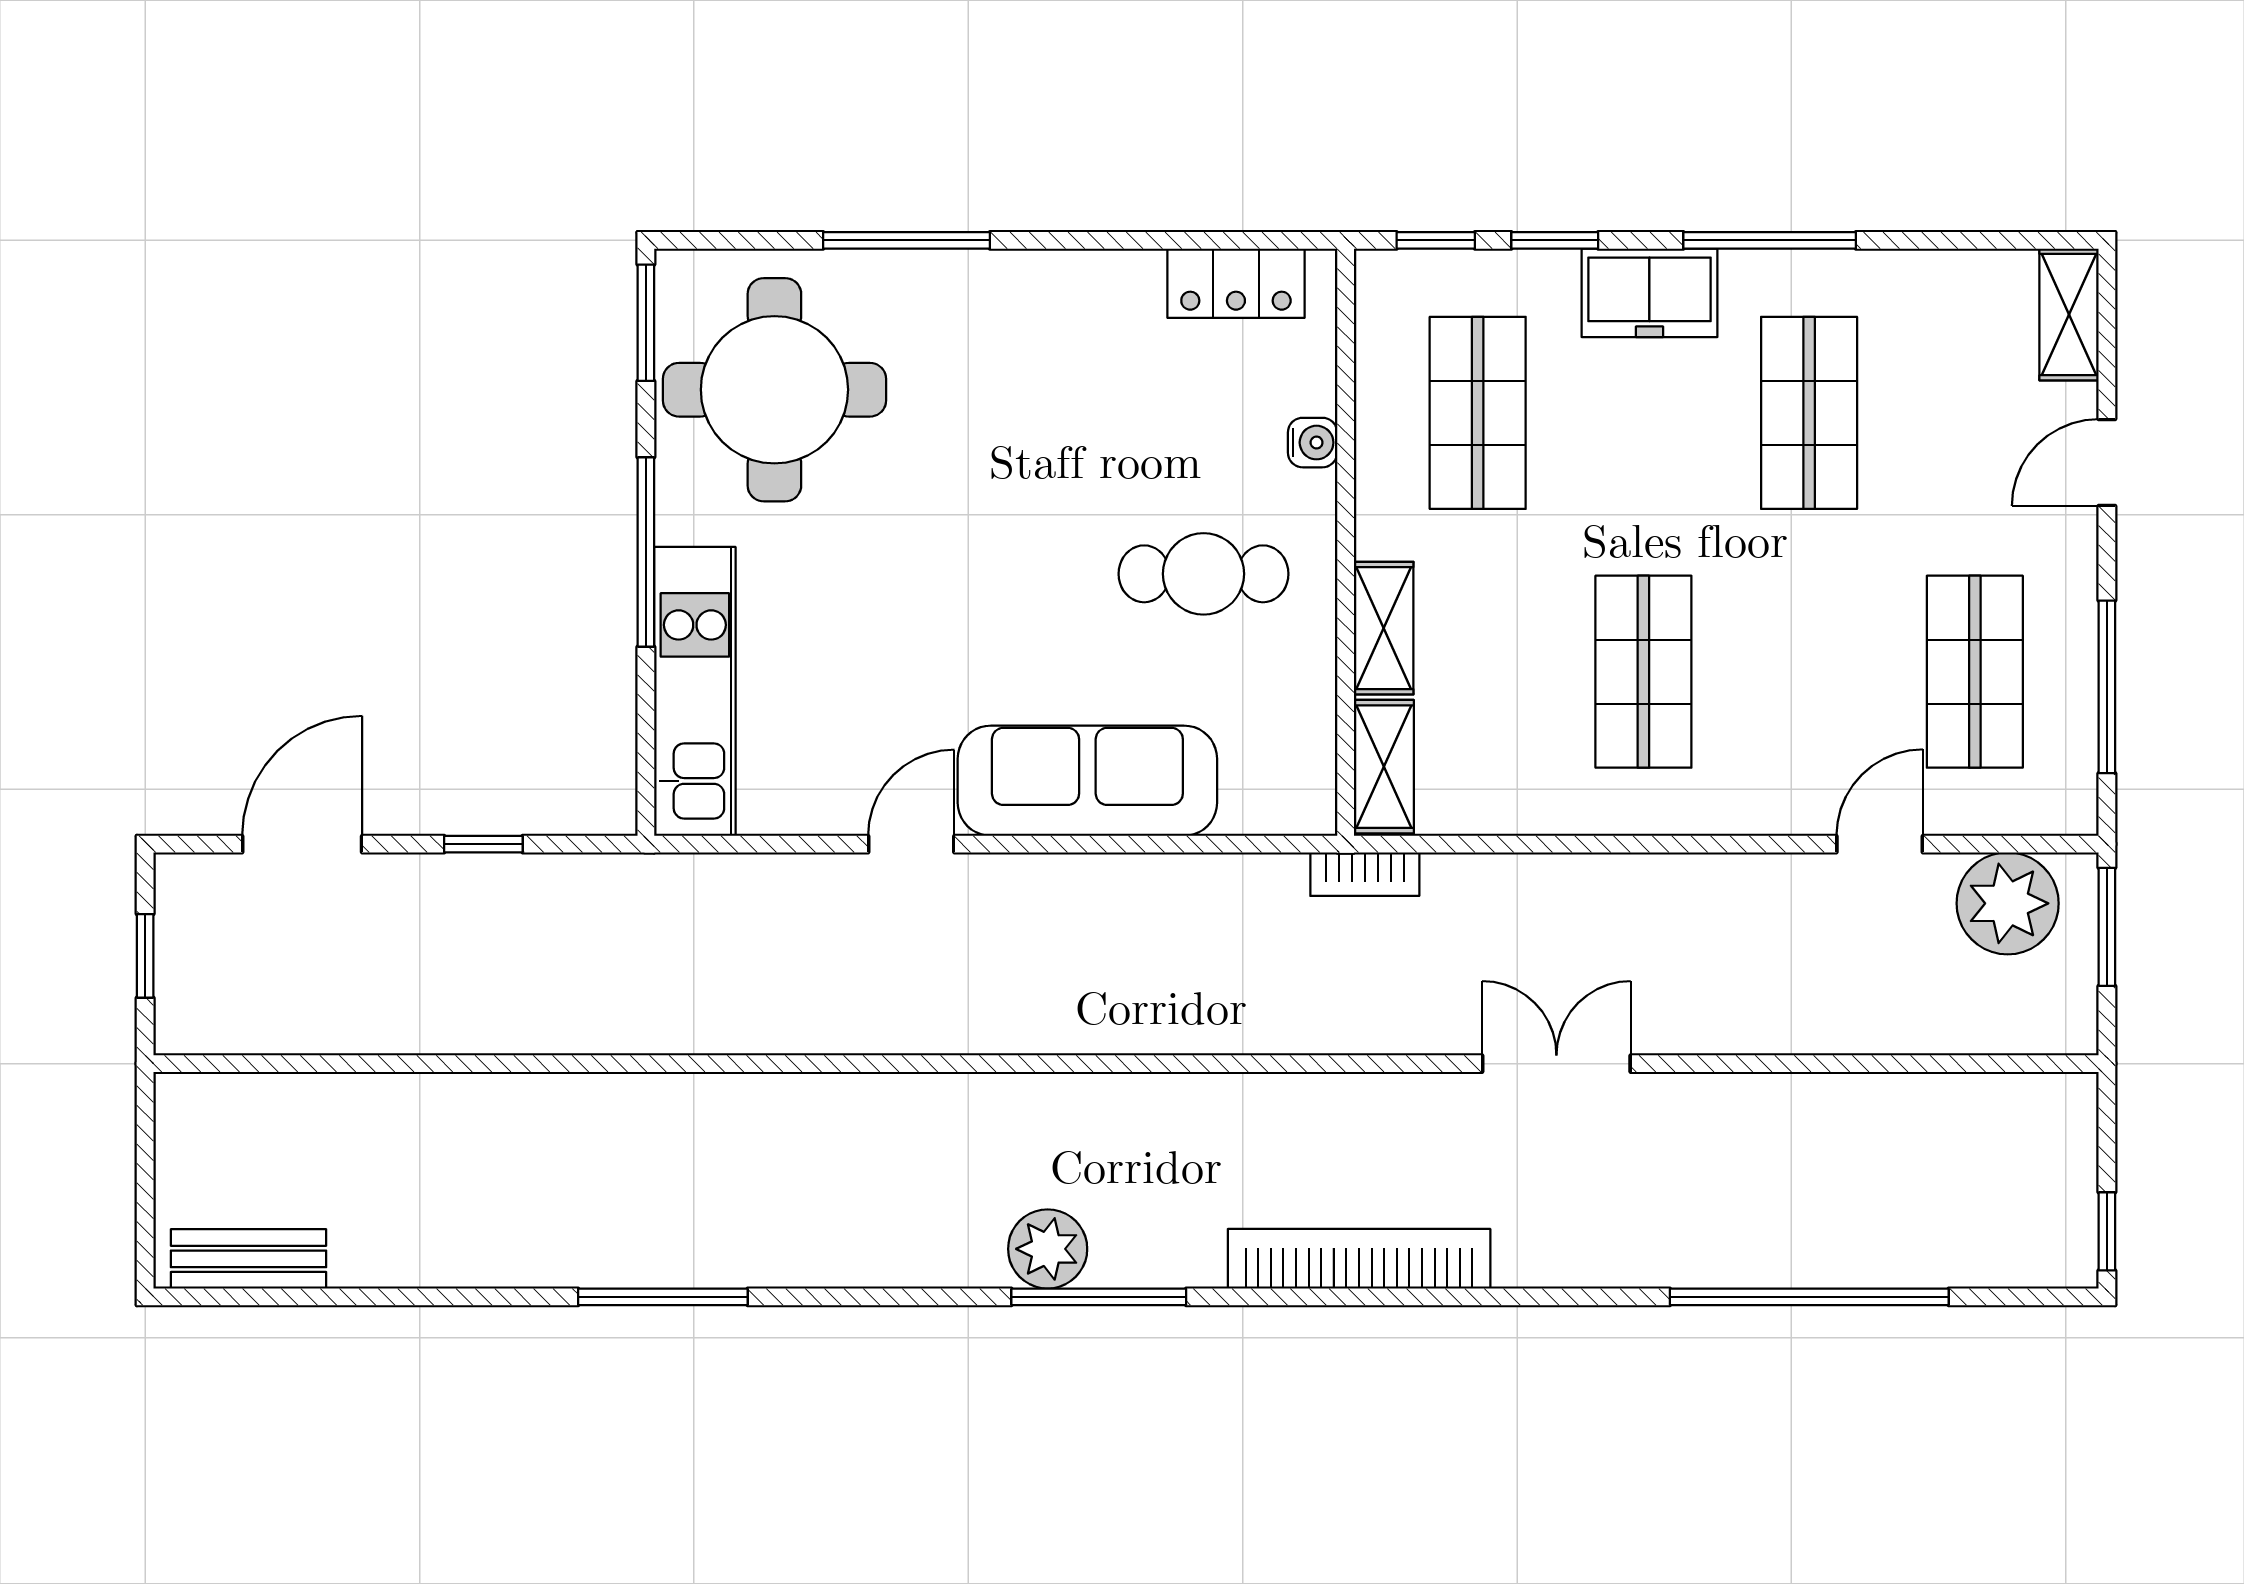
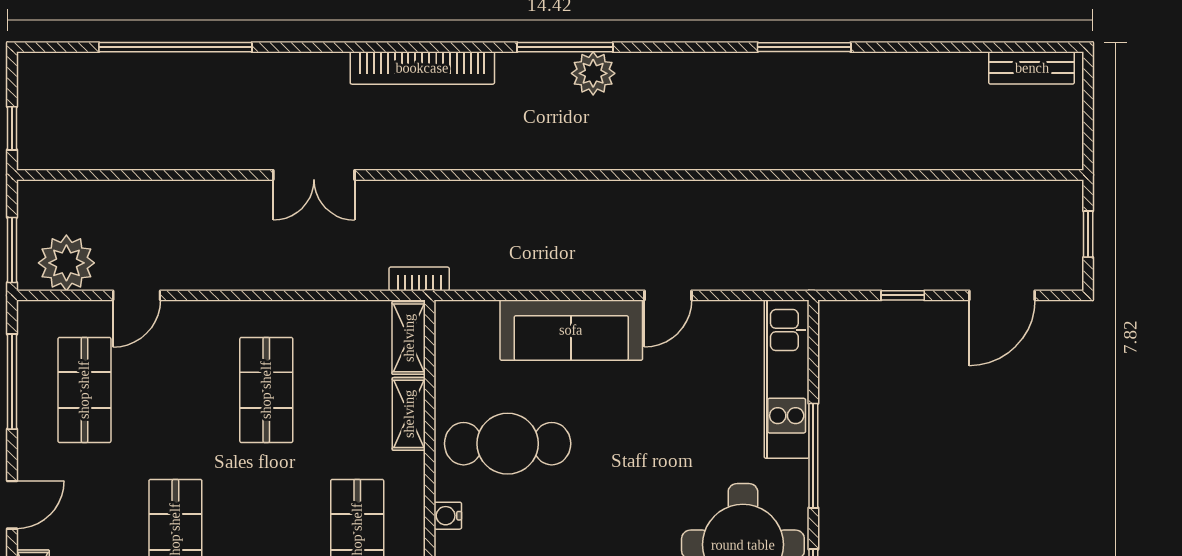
cafe table: (1204, 574) -> (508, 444), width x1.37, depth x1.35
window: (2107, 1231) -> (12, 128), moved

